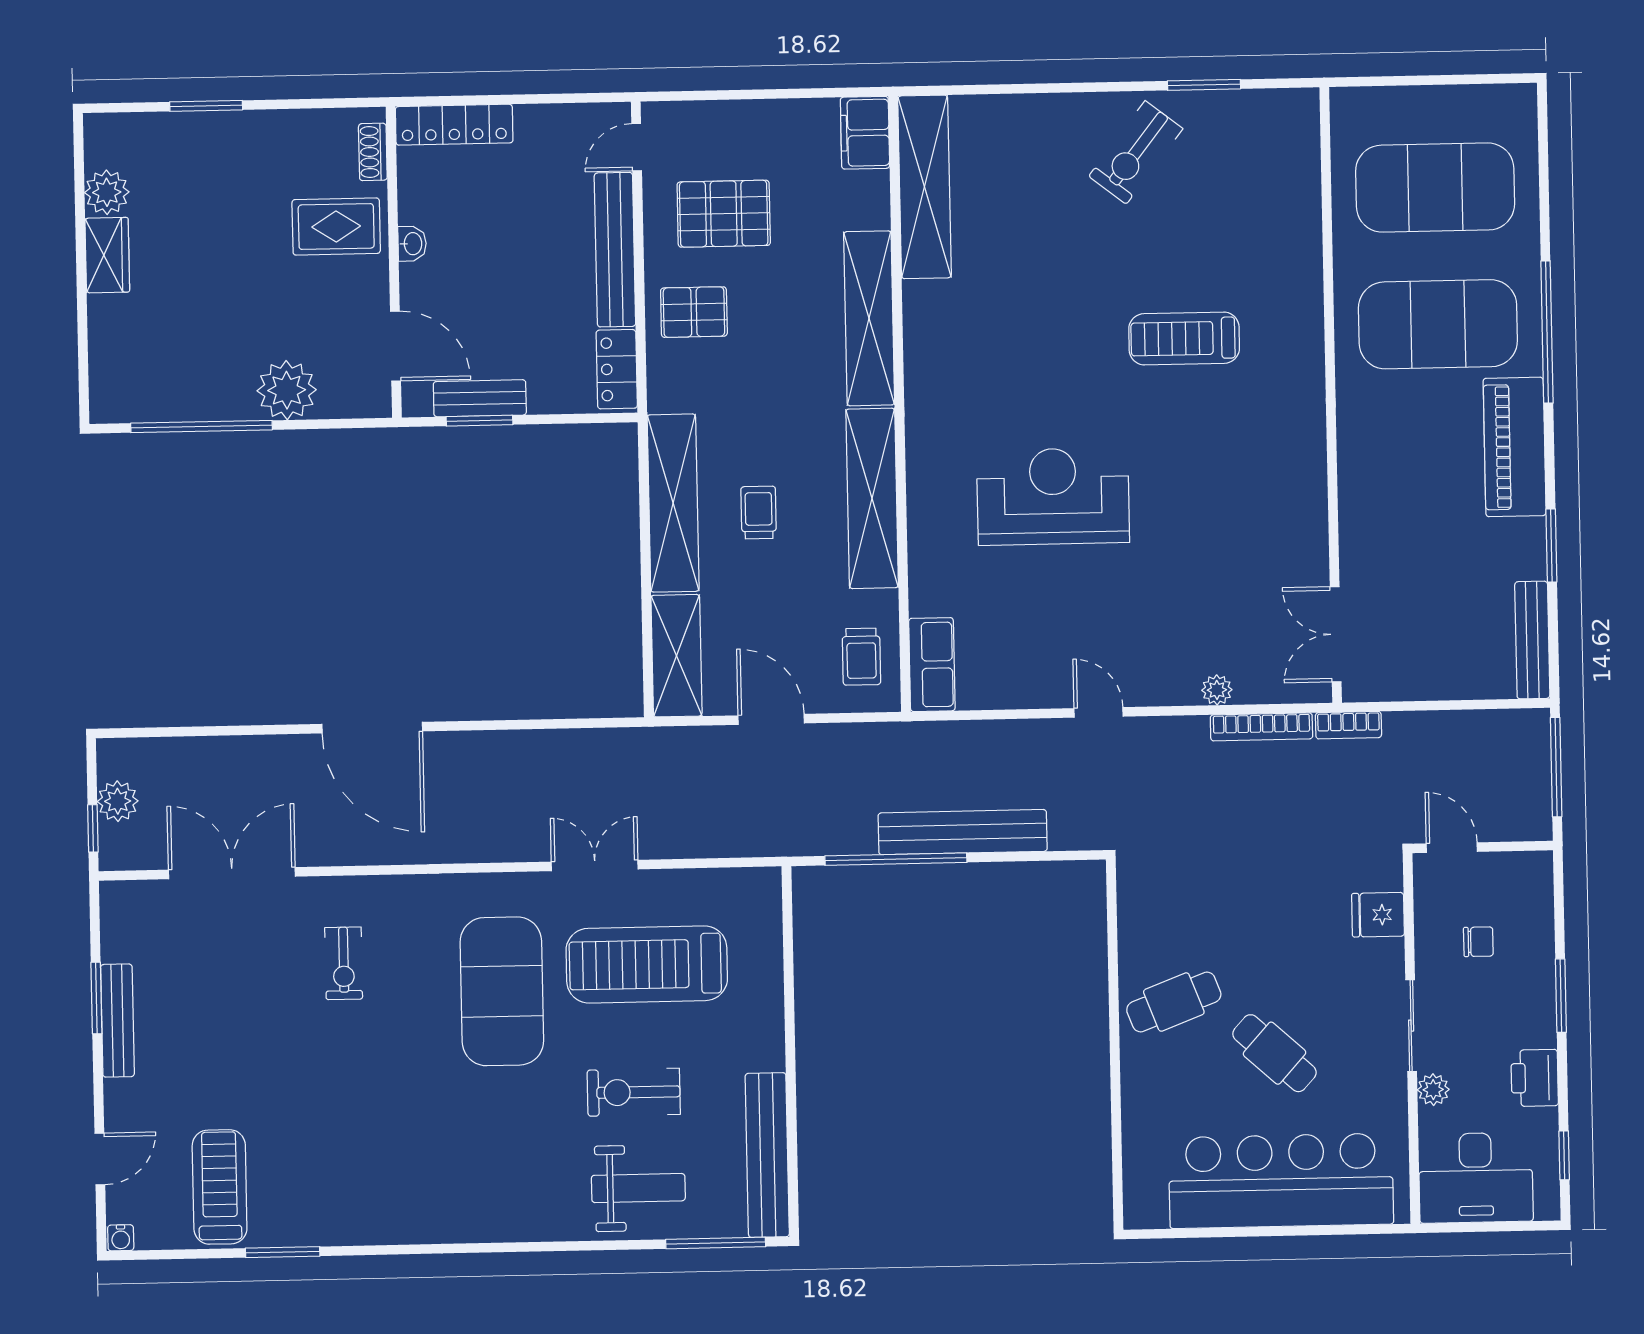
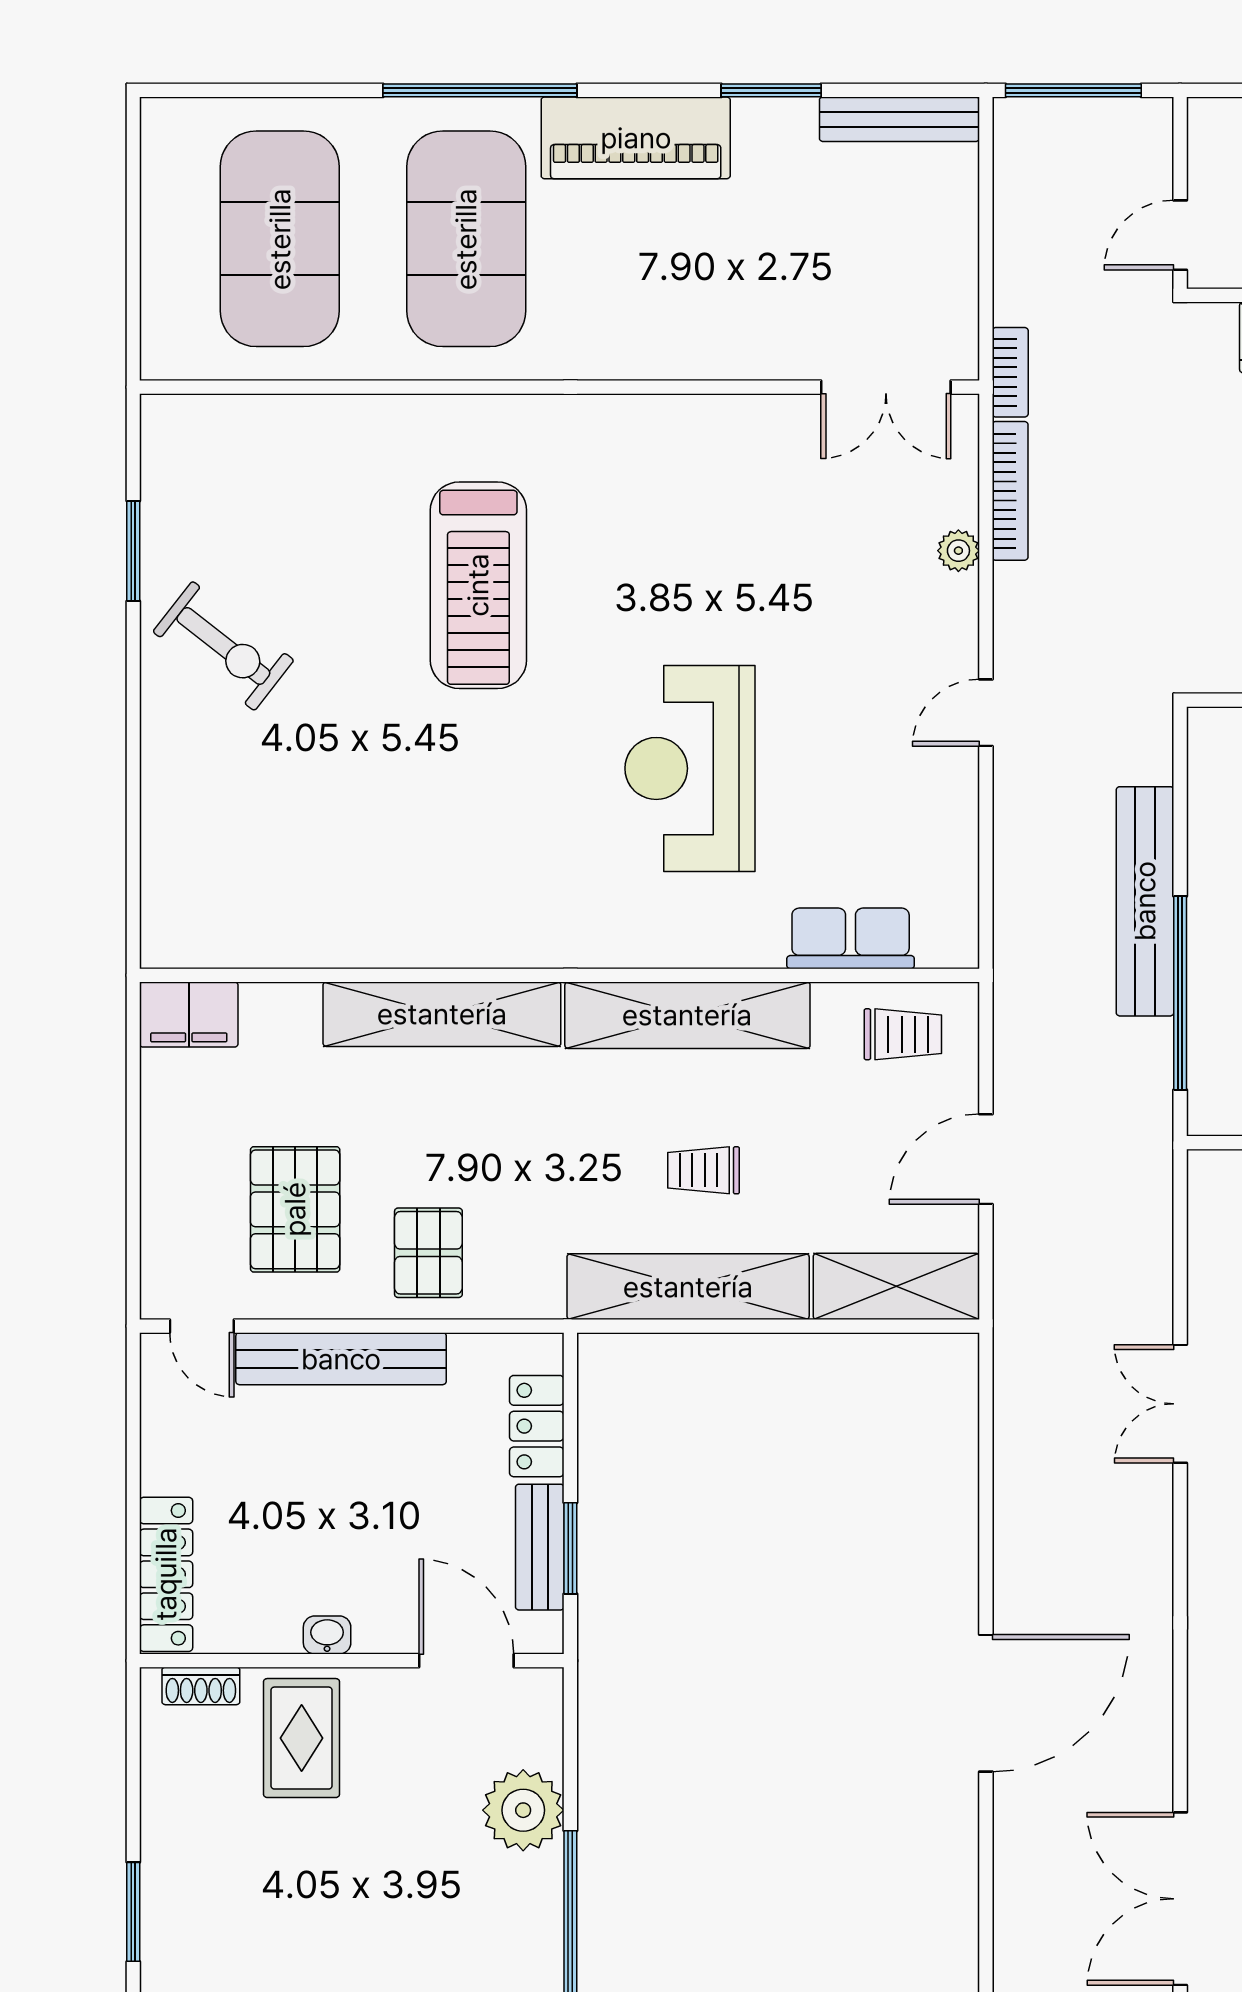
shelving: (924, 187) -> (264, 935), removed
treadmill: (1184, 338) -> (478, 585), width x1.37, depth x1.38
door: (395, 346) -> (466, 1661), hinge flipped
locker: (617, 369) -> (537, 1426), moved, turned 90
row of seats: (932, 665) -> (851, 938), moved

